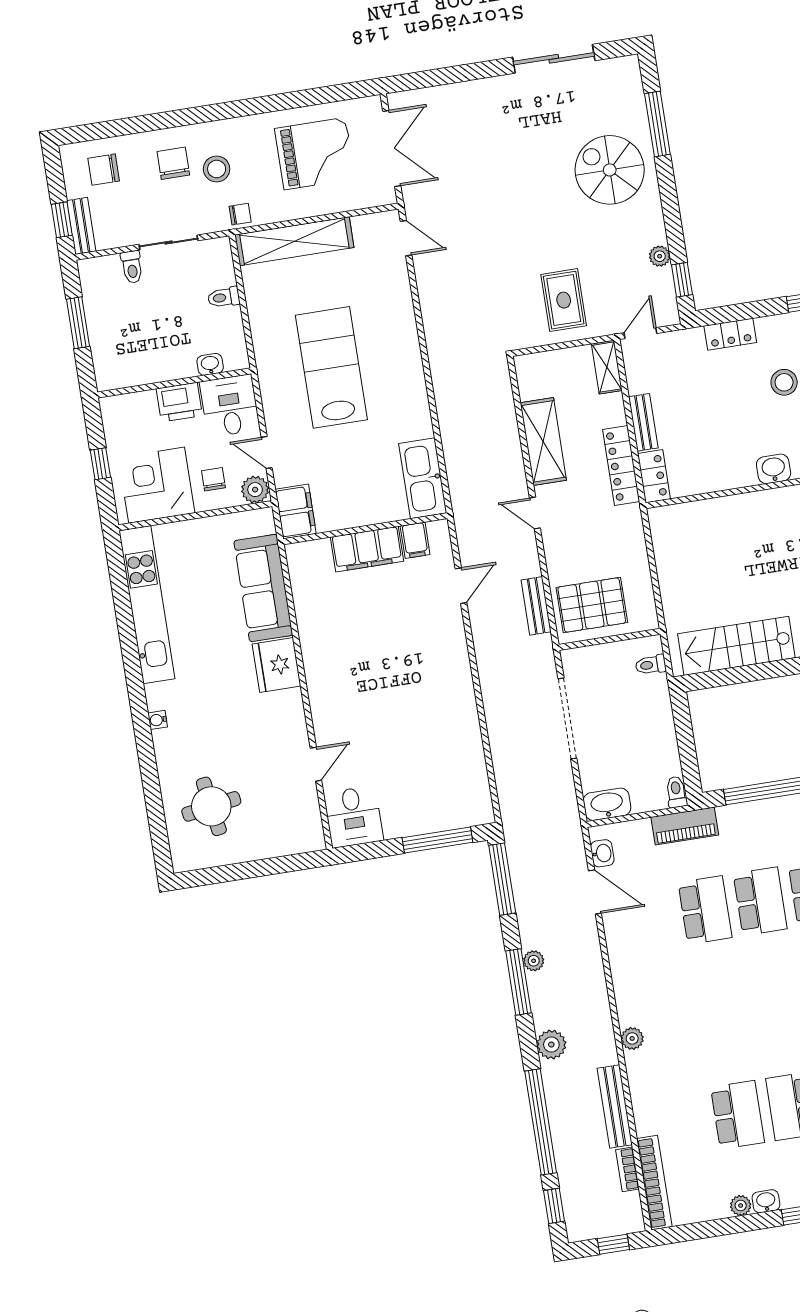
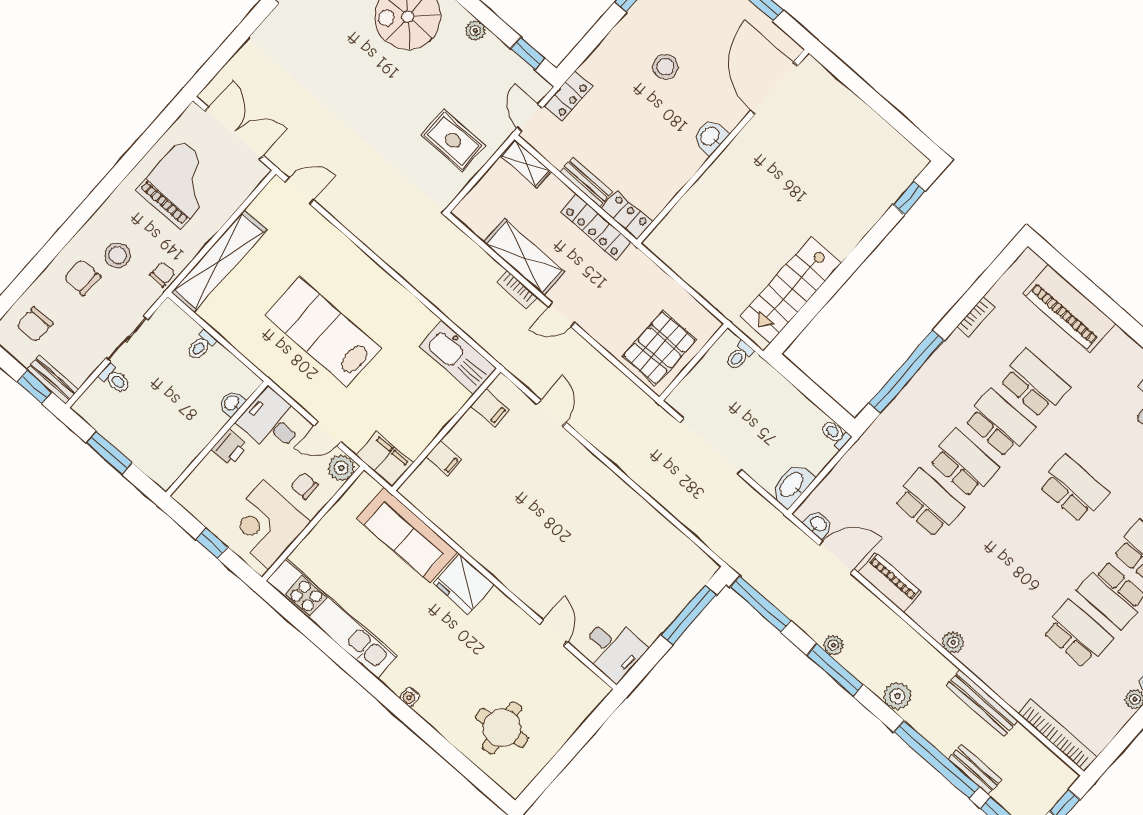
plant: (660, 256) -> (475, 30), moved
locker: (730, 334) -> (568, 96), moved
printer: (179, 402) -> (230, 448), width x0.73, depth x0.81
filing cabinet: (367, 549) -> (444, 458), width x0.33, depth x0.86
bench: (536, 606) -> (975, 769), moved
piano: (685, 826) -> (890, 582), moved, turned -90
bookcase: (628, 1169) -> (517, 290), moved

